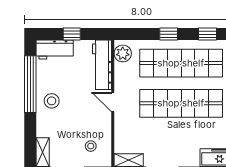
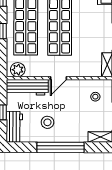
window: (30, 84) -> (60, 147), moved
stool: (52, 101) -> (47, 122), moved

